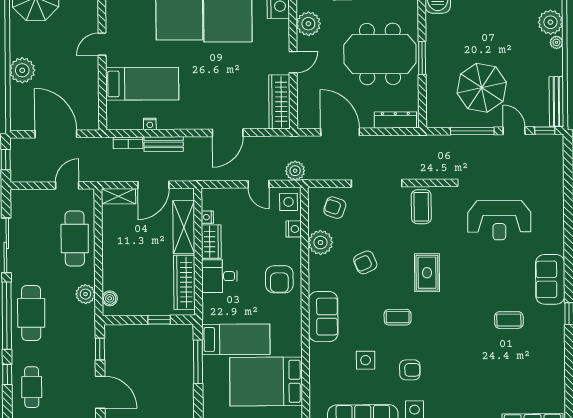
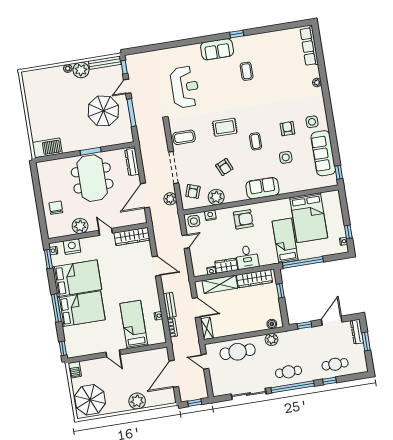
plant: (550, 22) -> (81, 70), moved
plant: (295, 171) -> (170, 199), moved
cafe table: (31, 313) -> (289, 372), width x0.73, depth x0.74
window: (198, 362) -> (303, 262), width x1.46

